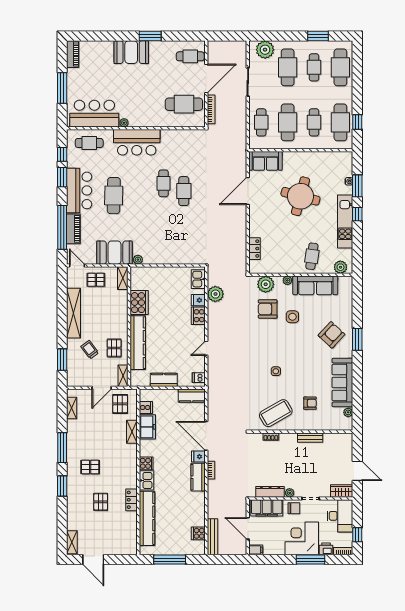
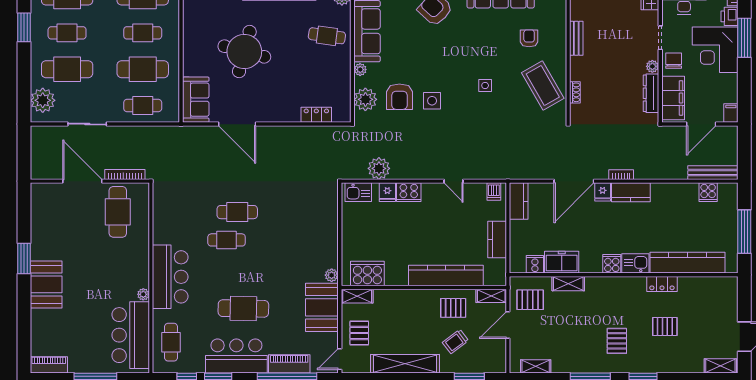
cafe table: (190, 56) -> (52, 203), removed
cooker: (139, 303) -> (367, 273), moved
side table: (292, 317) -> (432, 101), moved
door: (102, 388) -> (508, 325), swing flipped

